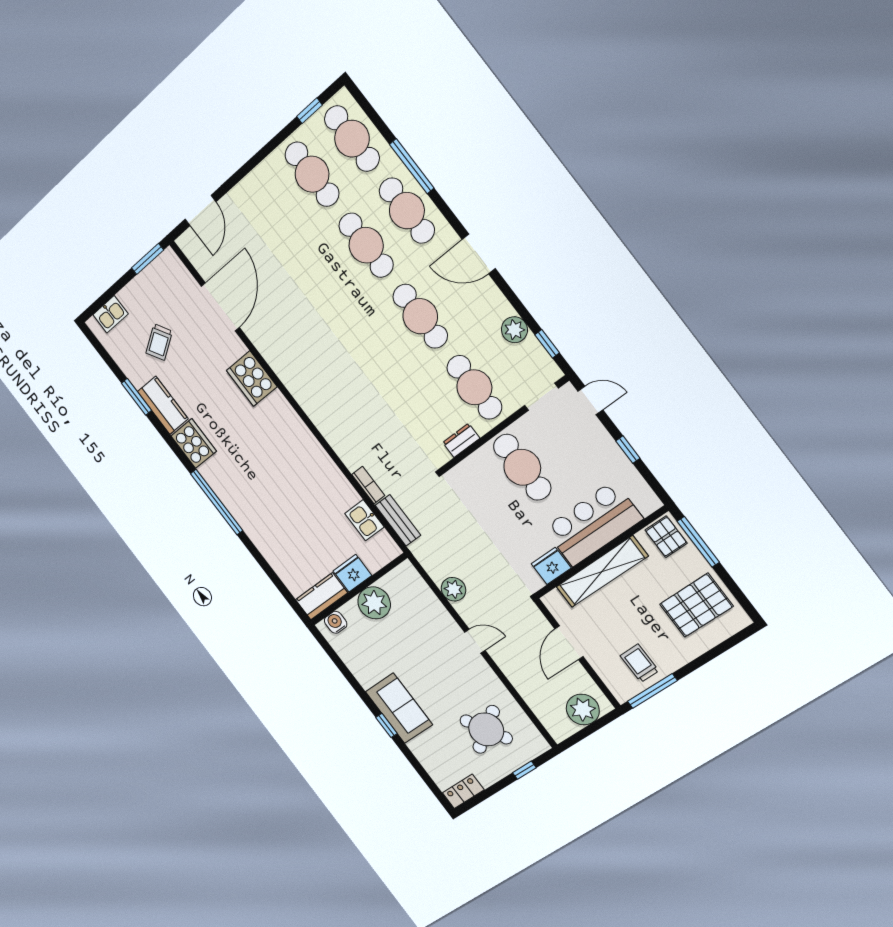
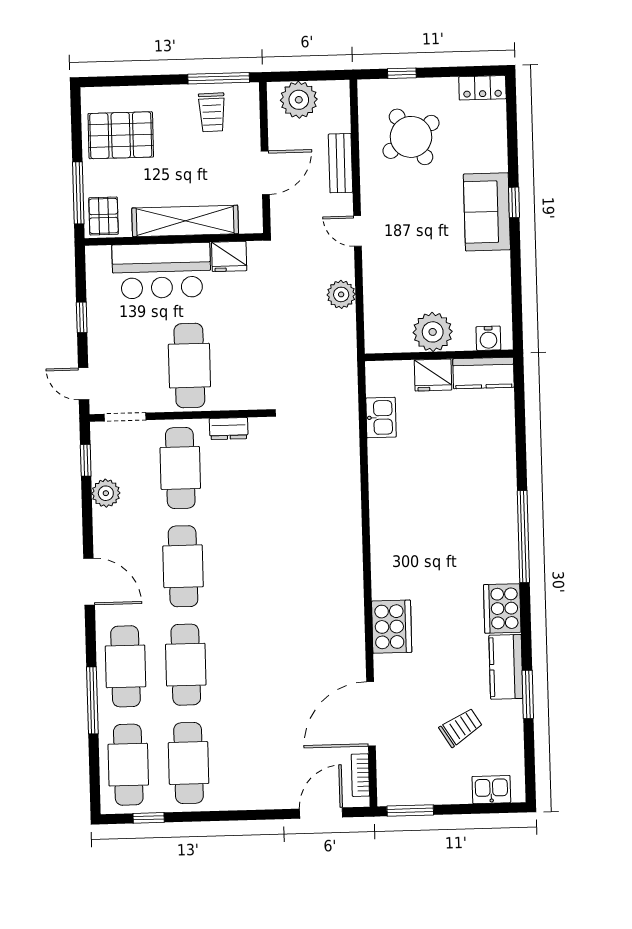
bookcase: (368, 485) -> (360, 775), moved
bench: (398, 520) -> (341, 163), moved

